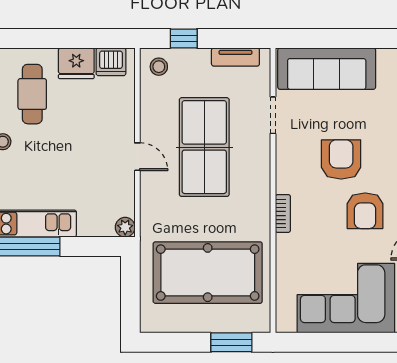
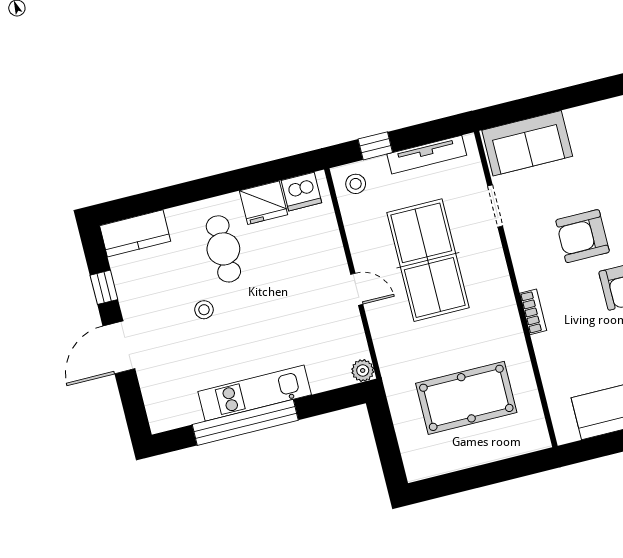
tv unit: (235, 57) -> (427, 155), width x1.41
sofa: (327, 69) -> (527, 143), width x0.73
armchair: (341, 159) -> (583, 236), turned -90
pool table: (208, 273) -> (466, 398), width x0.73, depth x0.76
window: (231, 342) -> (512, 468), removed

